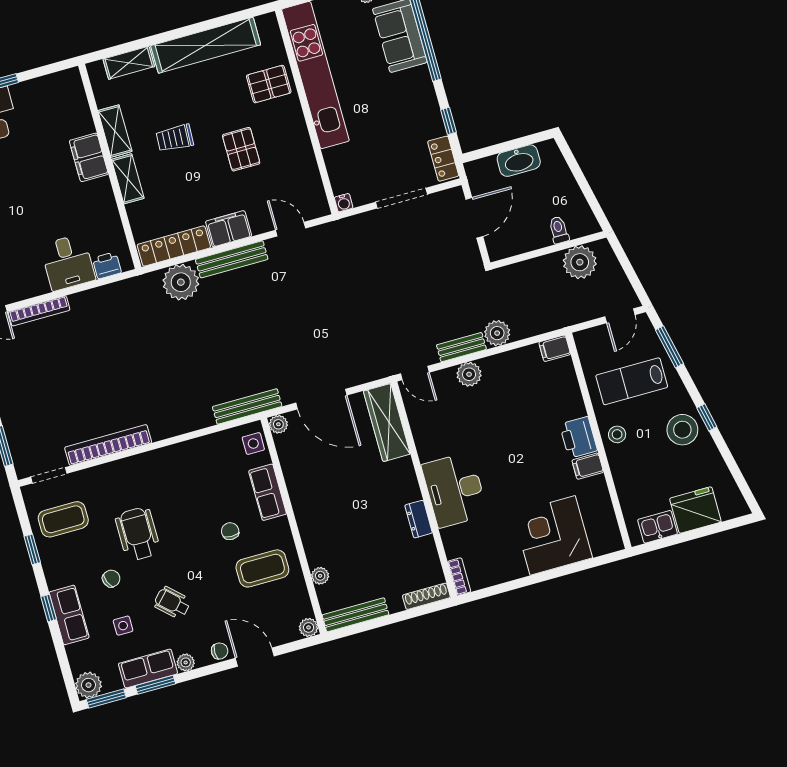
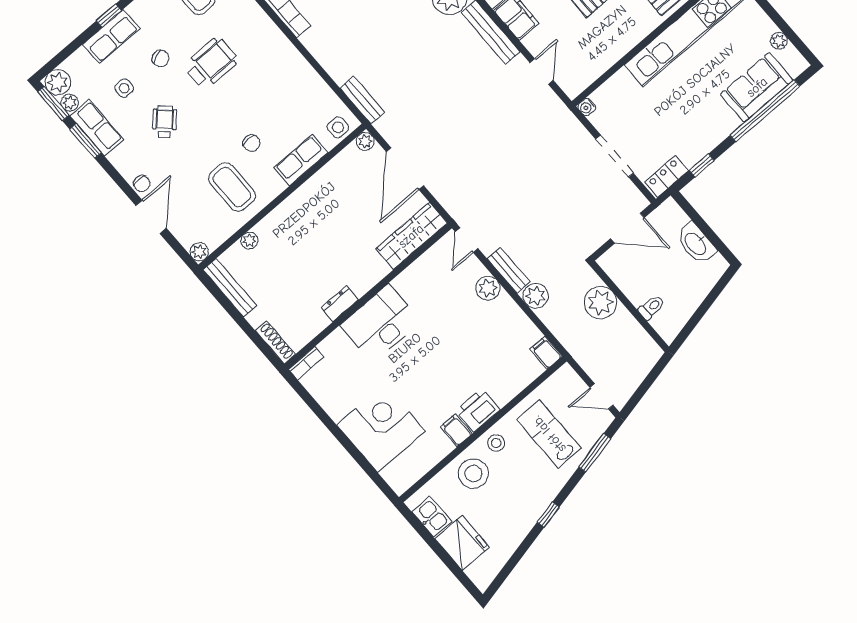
plant: (580, 262) -> (600, 302), moved
bench: (247, 406) -> (362, 100), width x0.73
stool: (682, 430) -> (473, 474), moved
chair: (230, 531) -> (251, 143), turned 90
plant: (186, 662) -> (70, 103), moved

